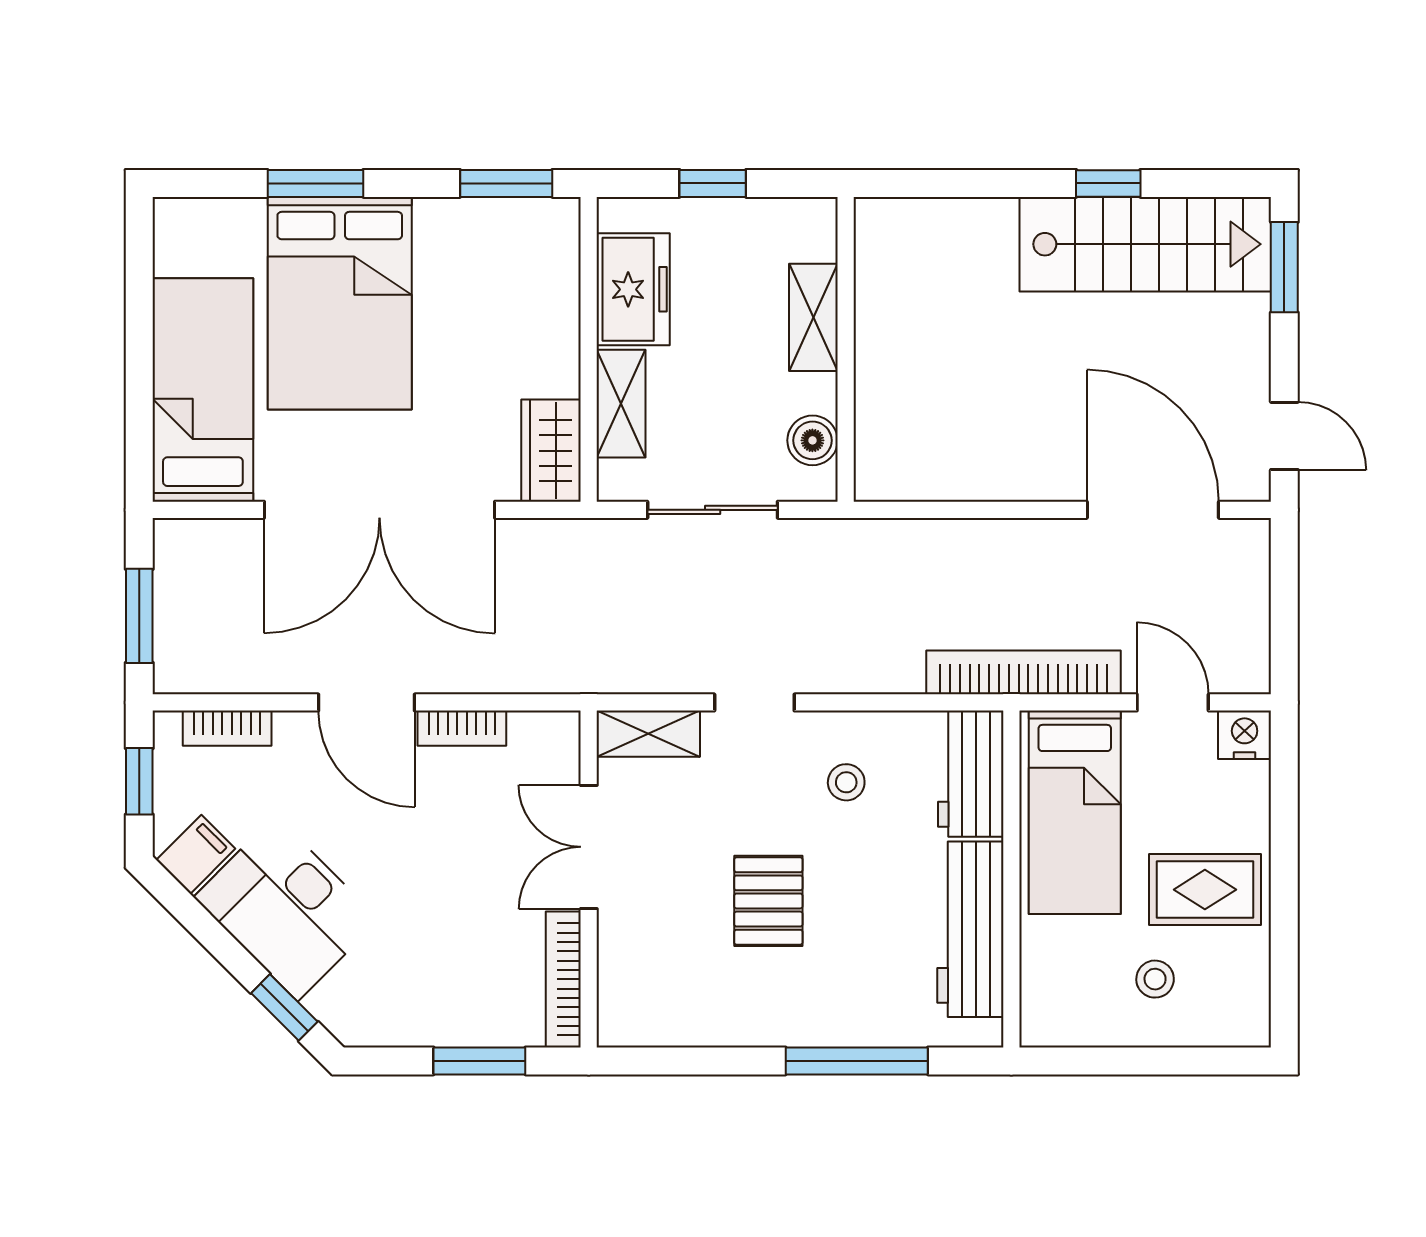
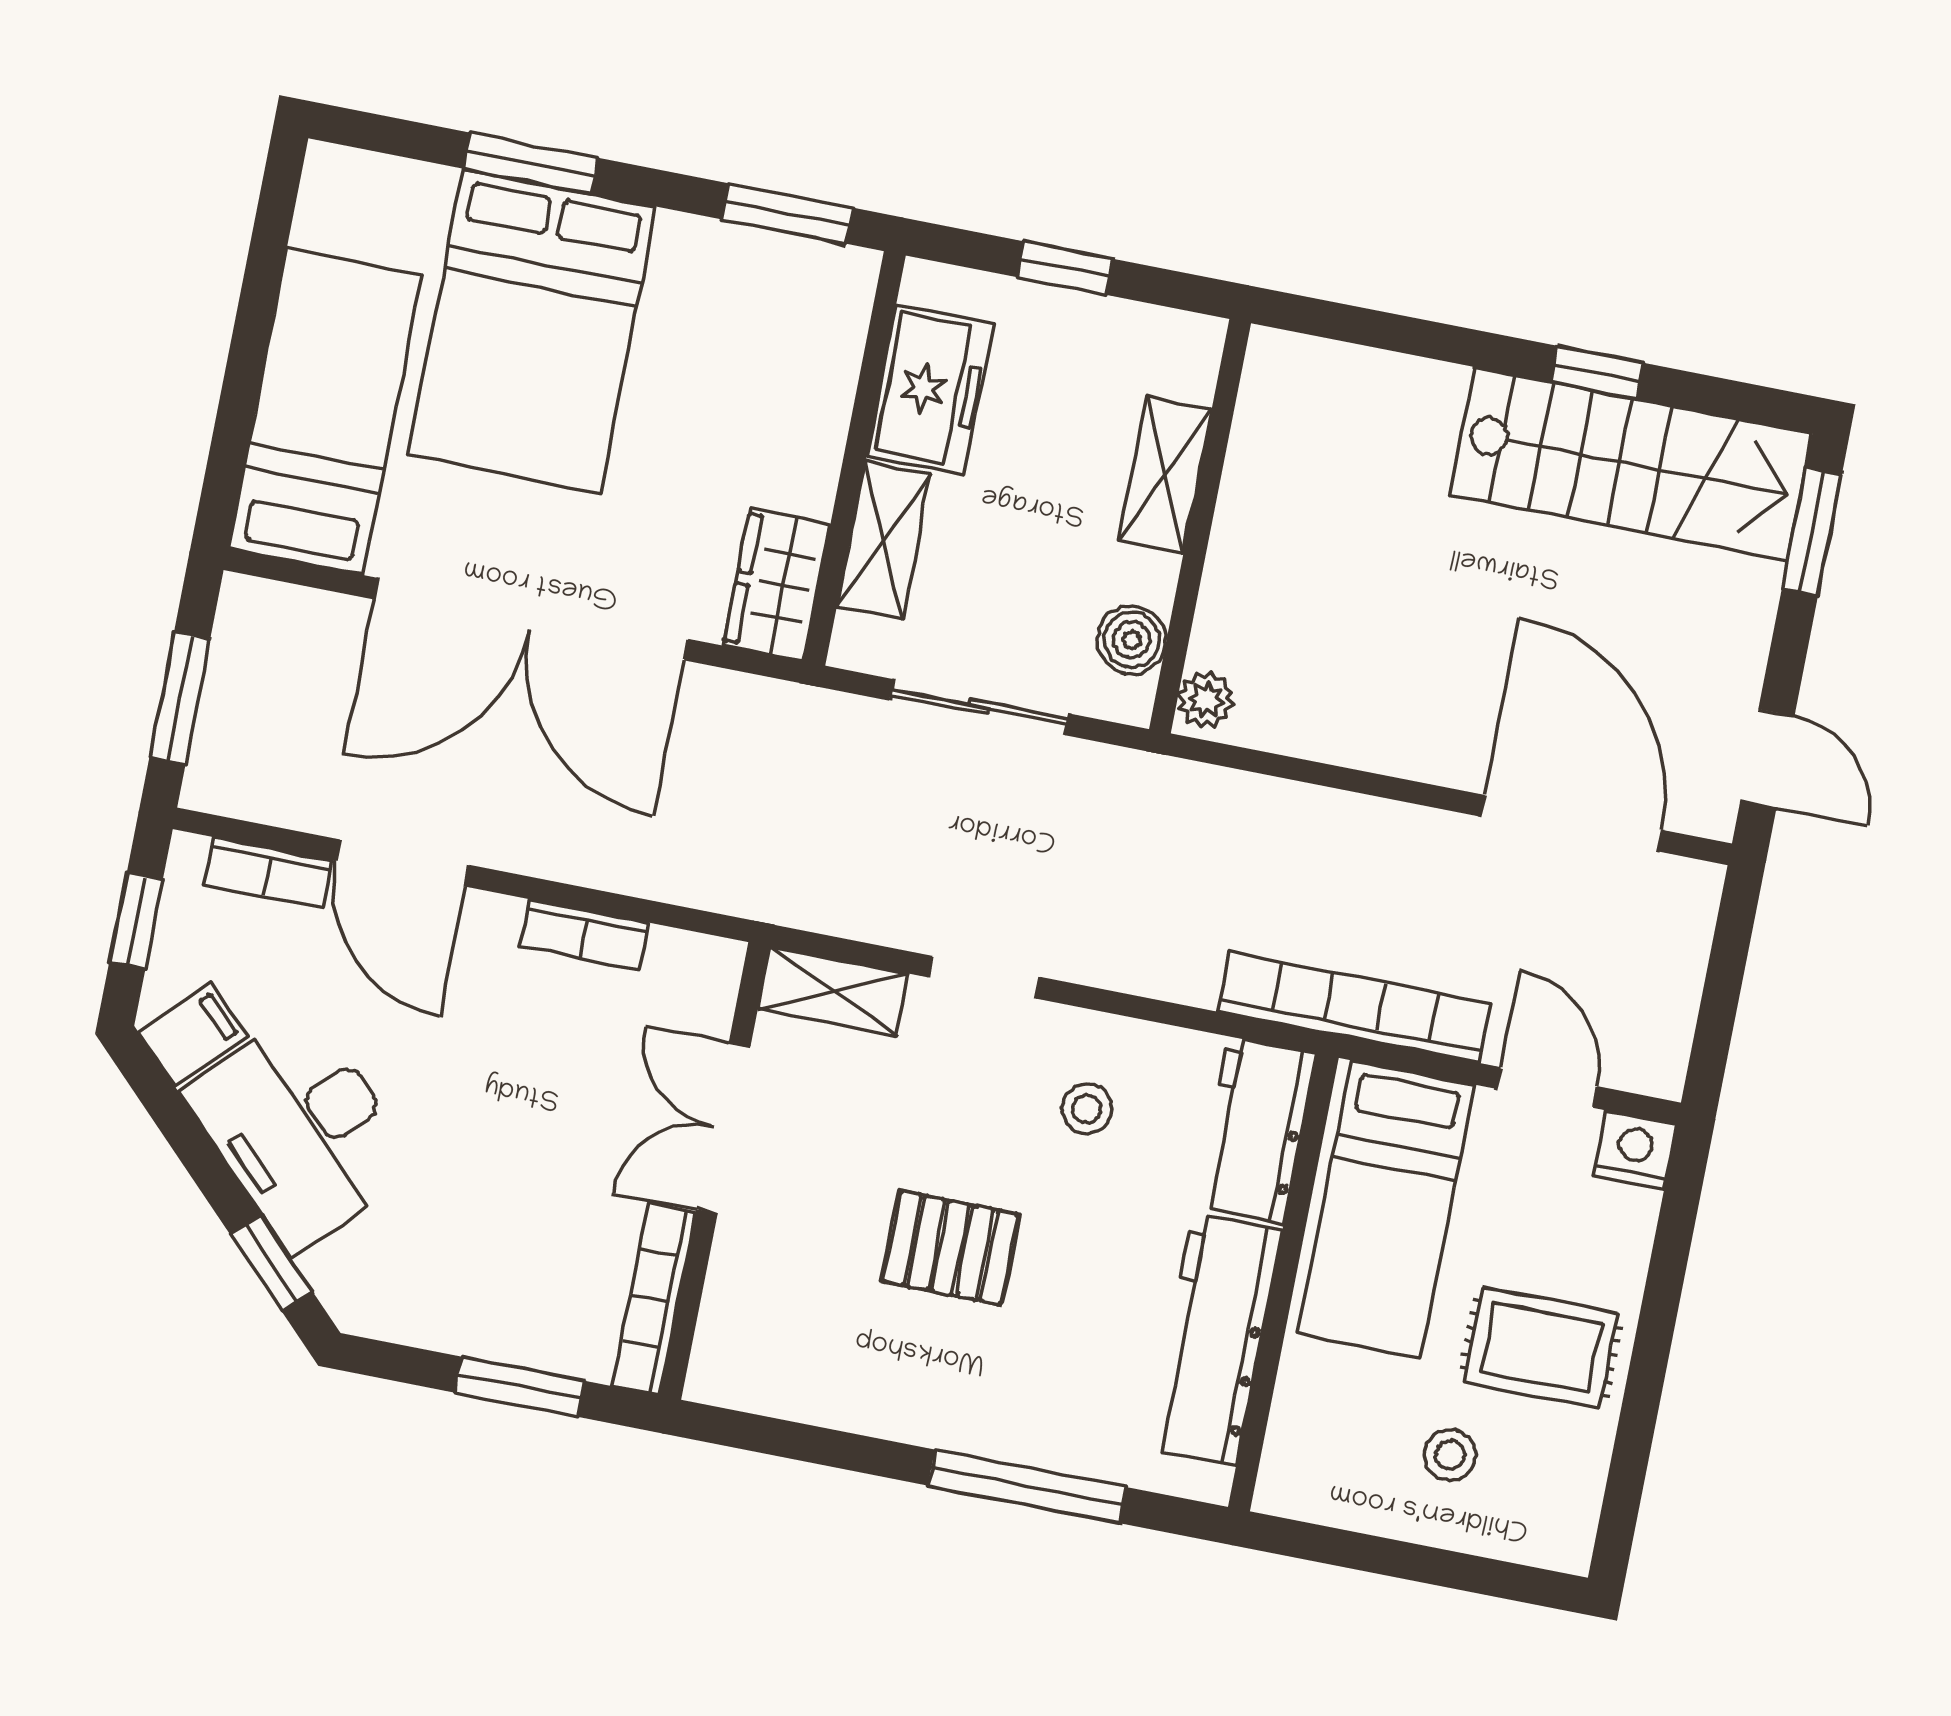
plant: (874, 473) -> (1206, 700), added
door: (367, 702) -> (403, 863), moved
pallet: (768, 901) -> (951, 1248), turned 90

